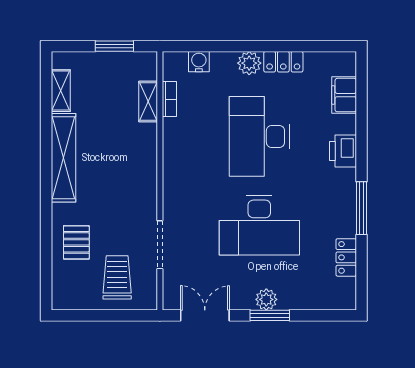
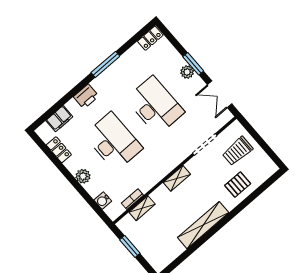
locker: (283, 62) -> (59, 150), moved
shelving: (61, 91) -> (177, 178), moved
desk: (259, 136) -> (113, 142), turned -90
locker: (346, 257) -> (150, 38), moved

